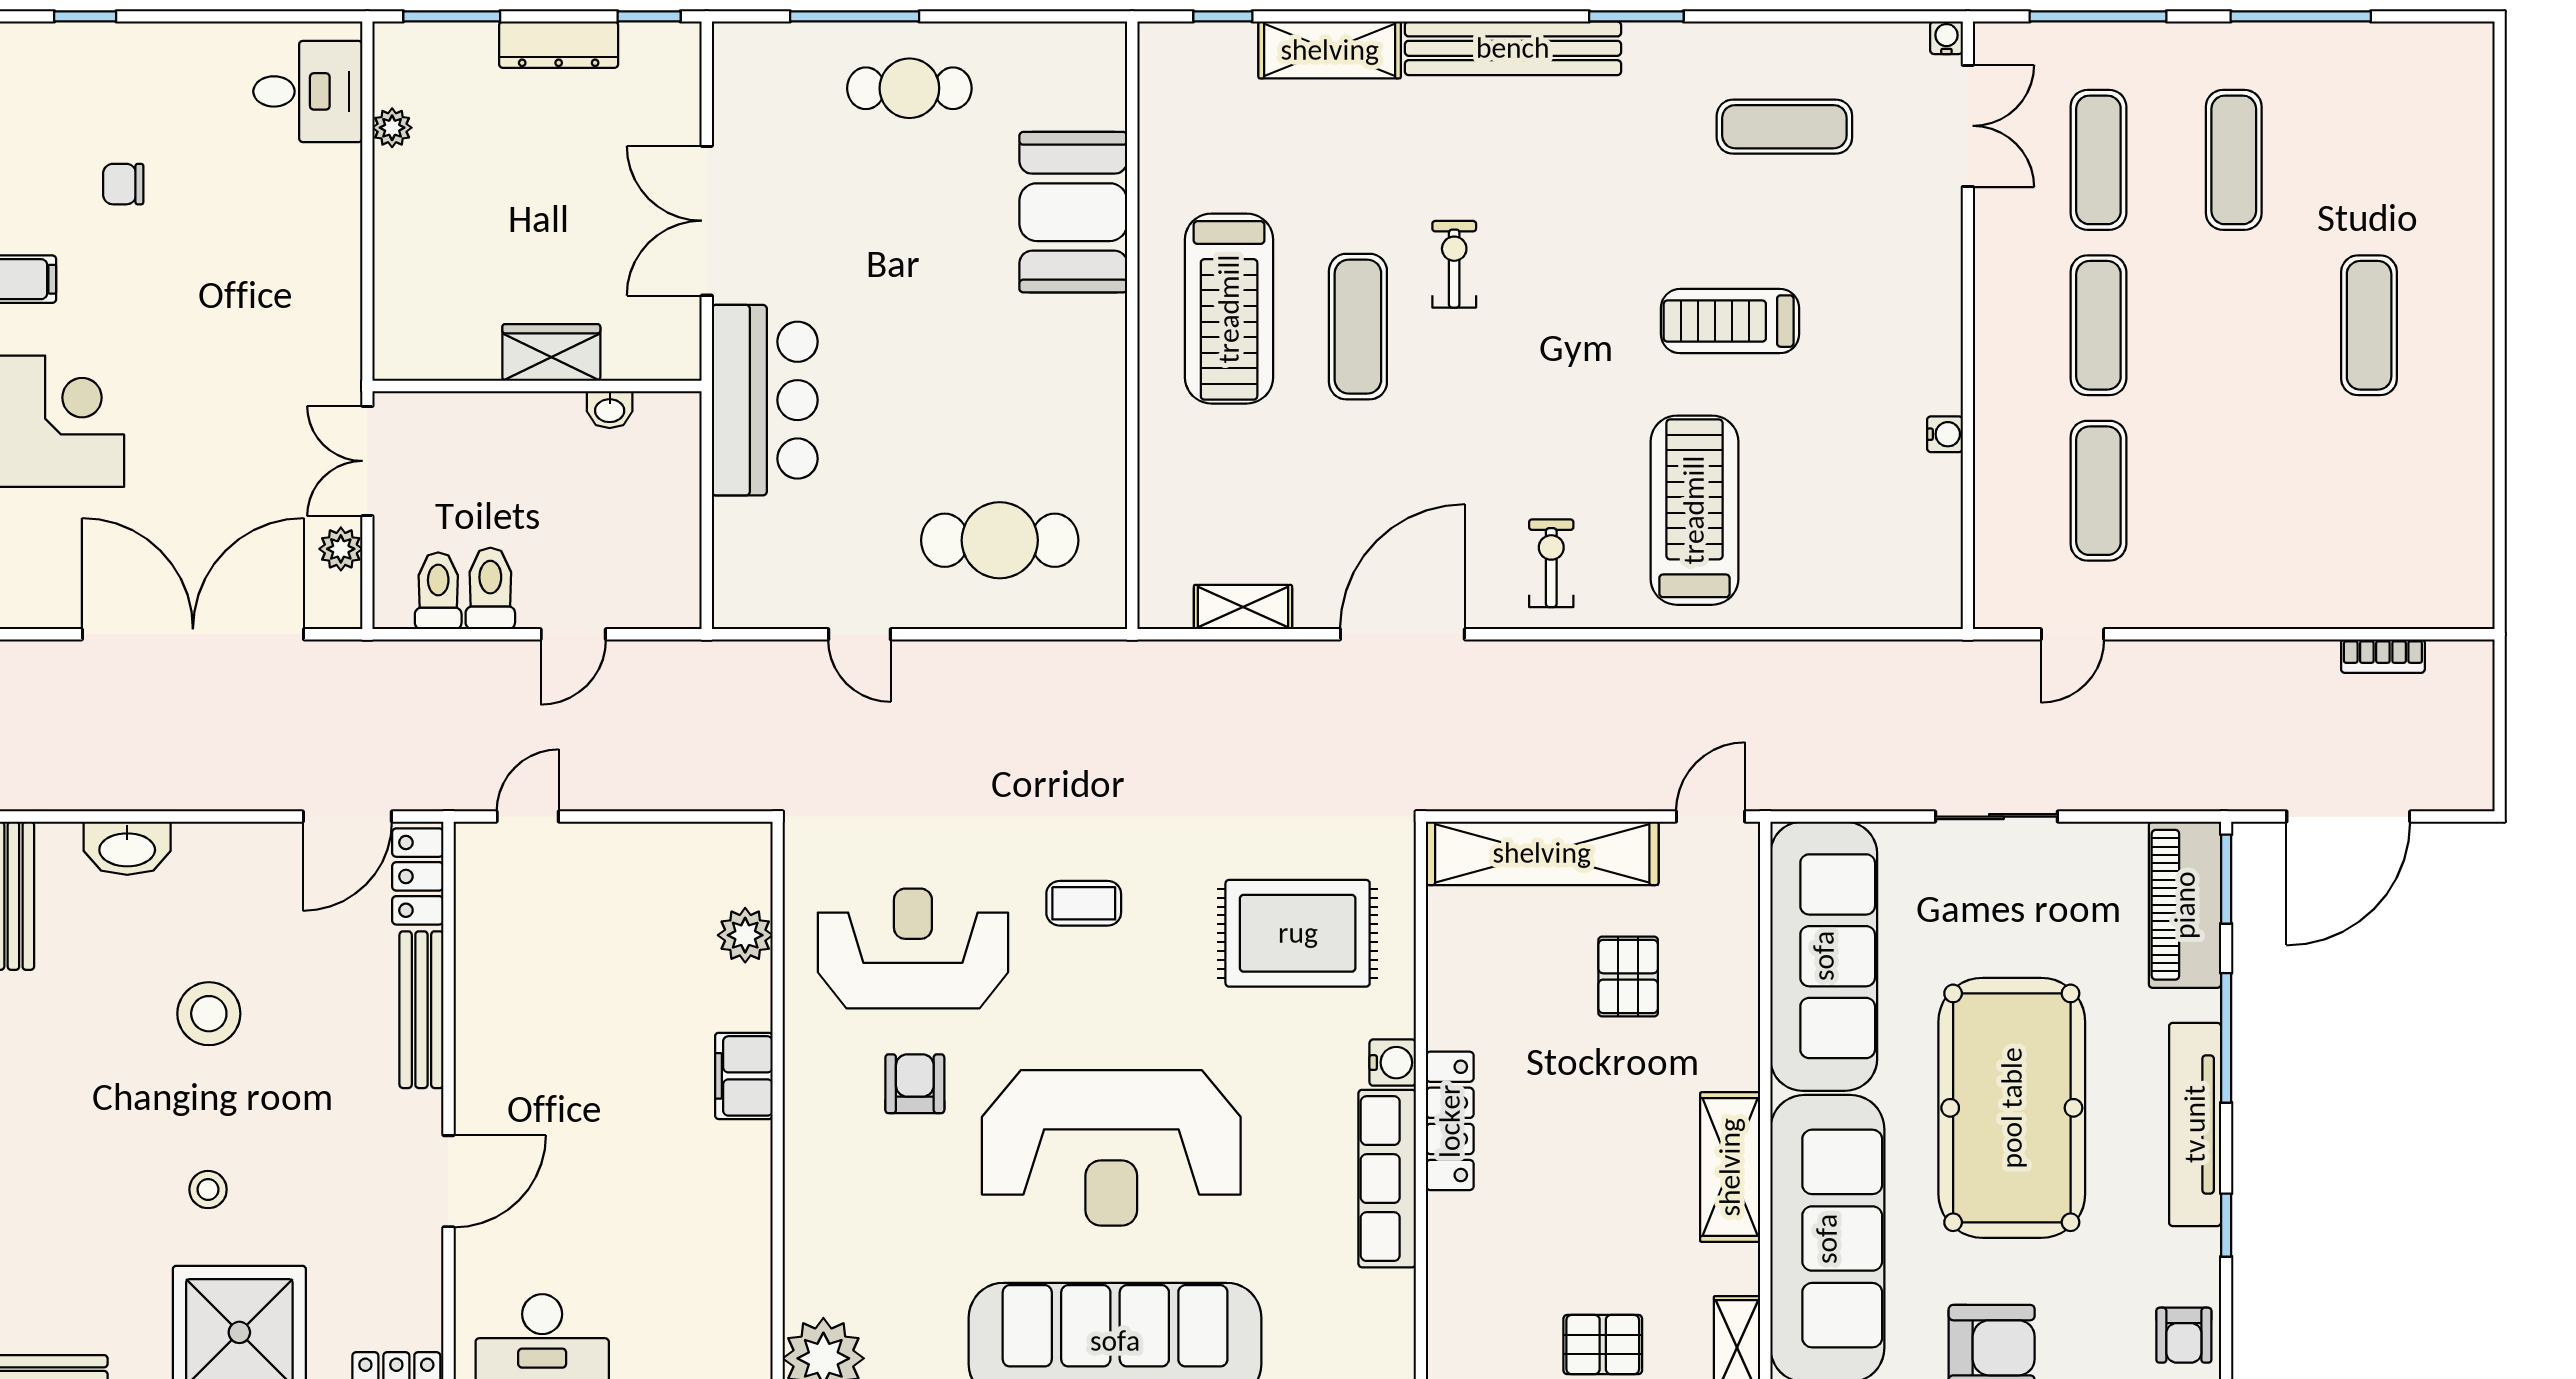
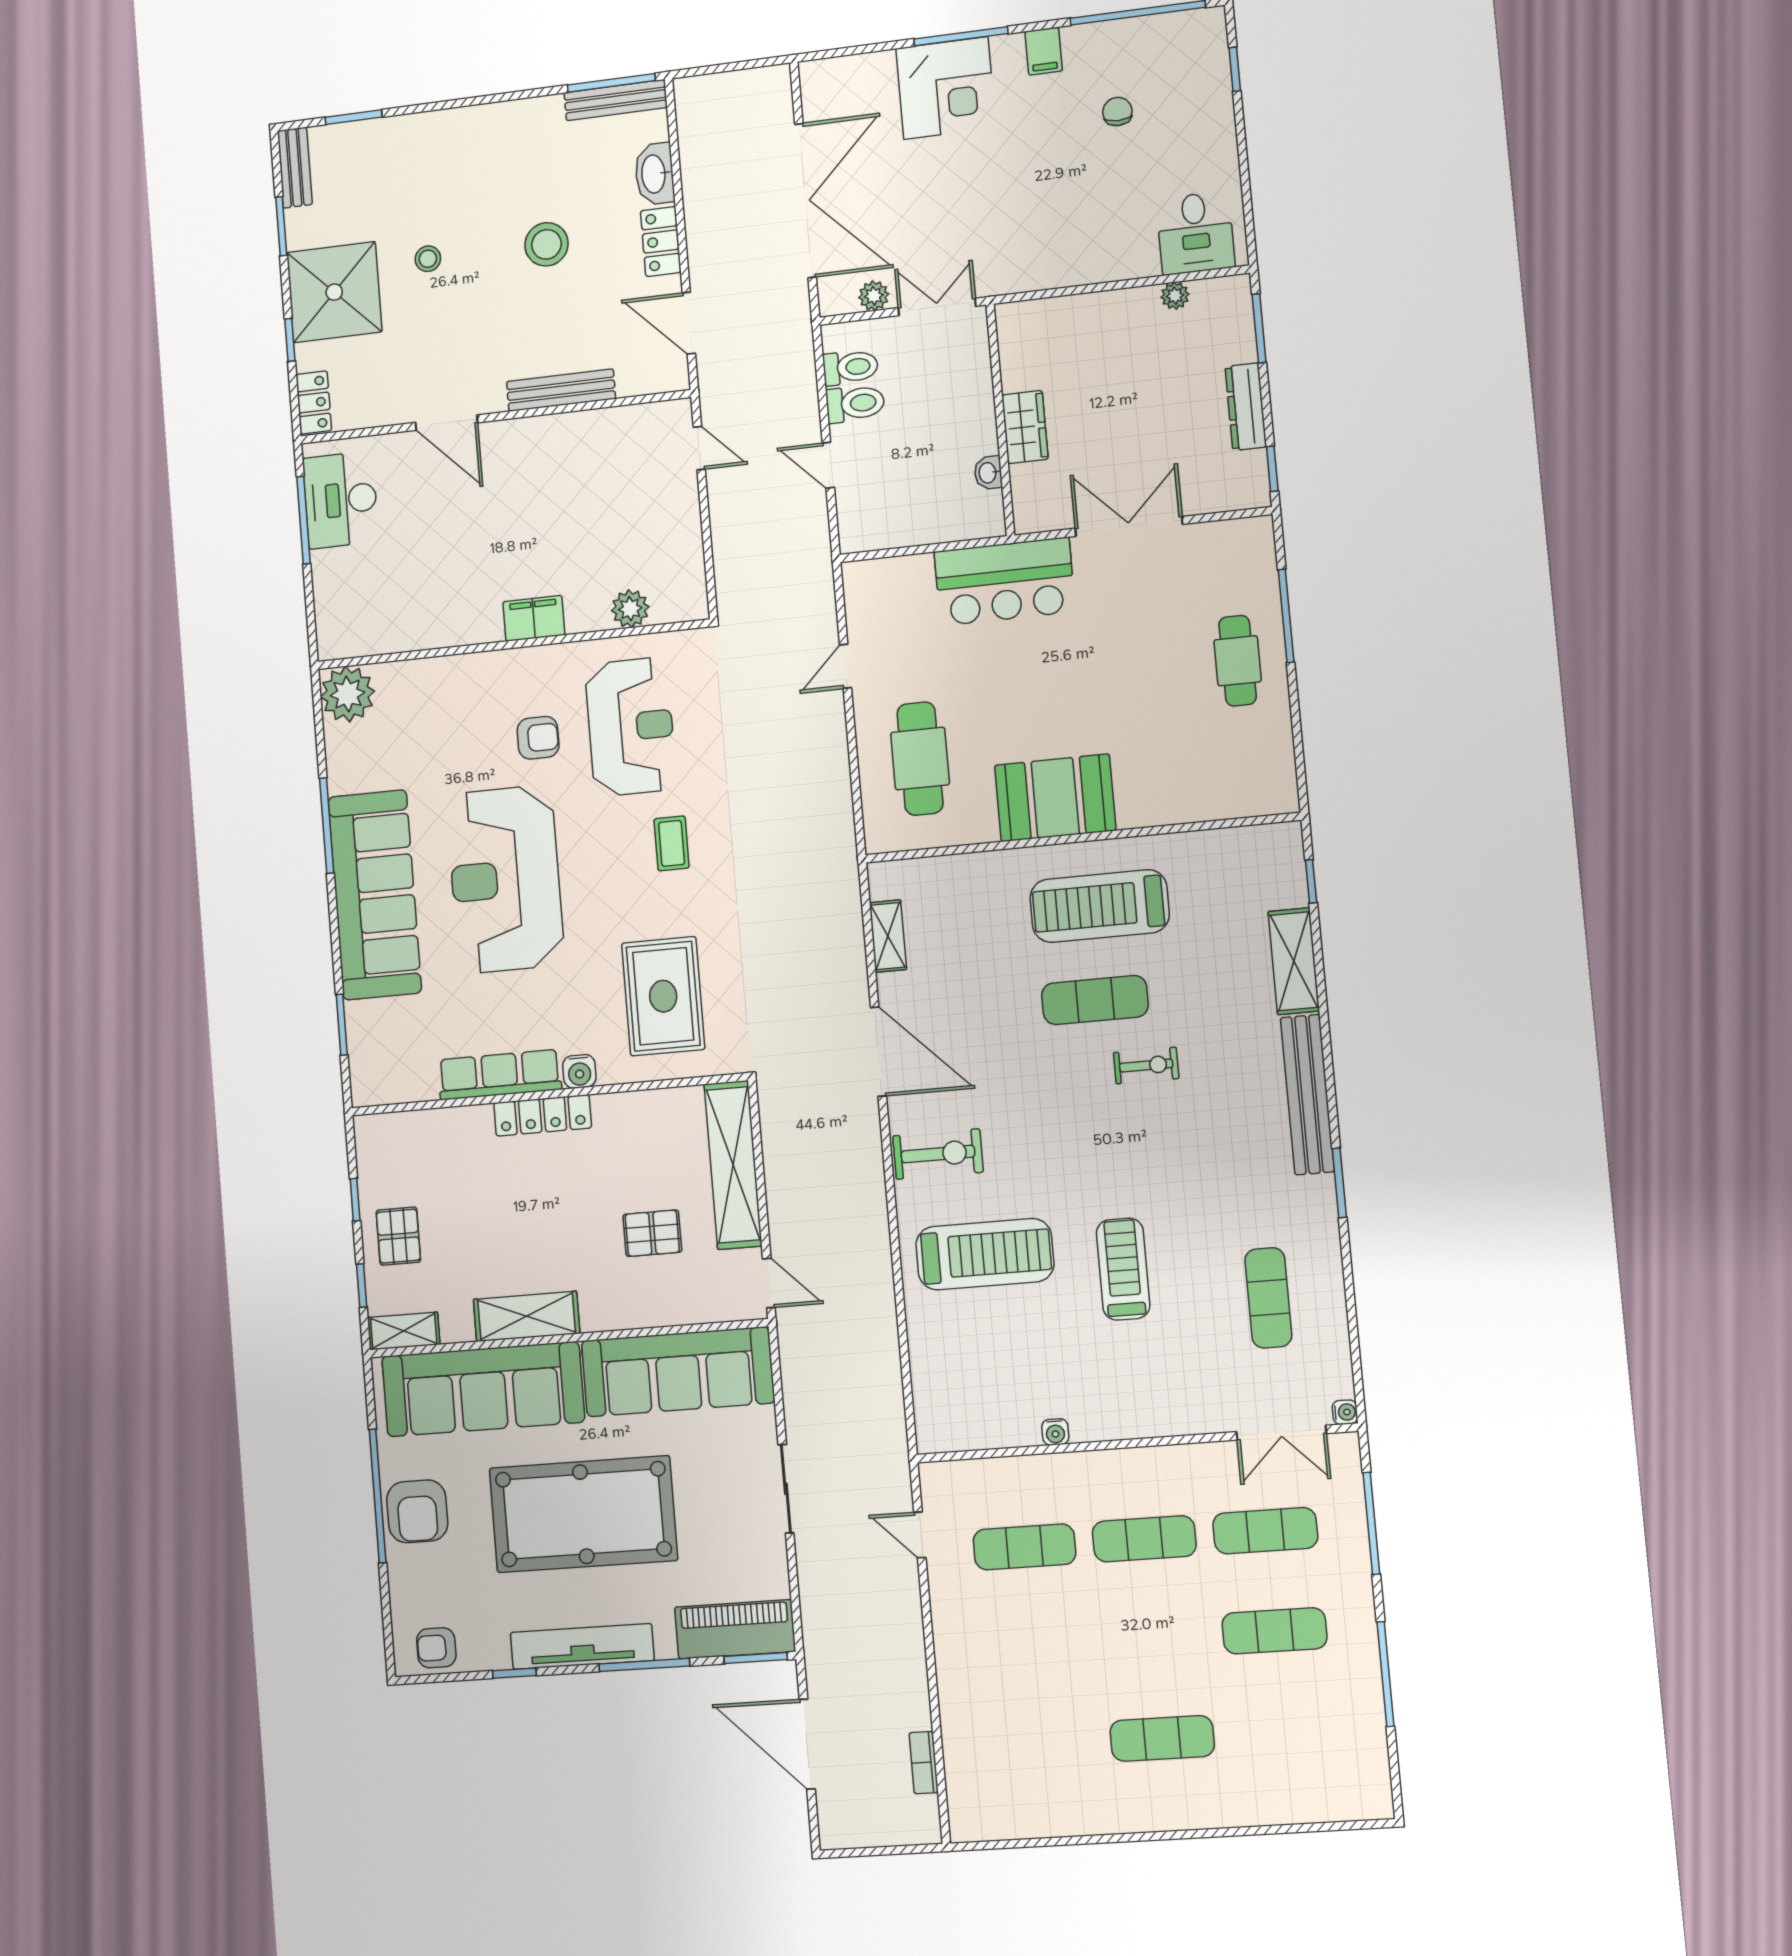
booth: (1073, 212) -> (1055, 798), moved
exercise bike: (1551, 563) -> (938, 1154), width x1.38, depth x1.39
locker: (418, 876) -> (661, 242), moved, turned -90

